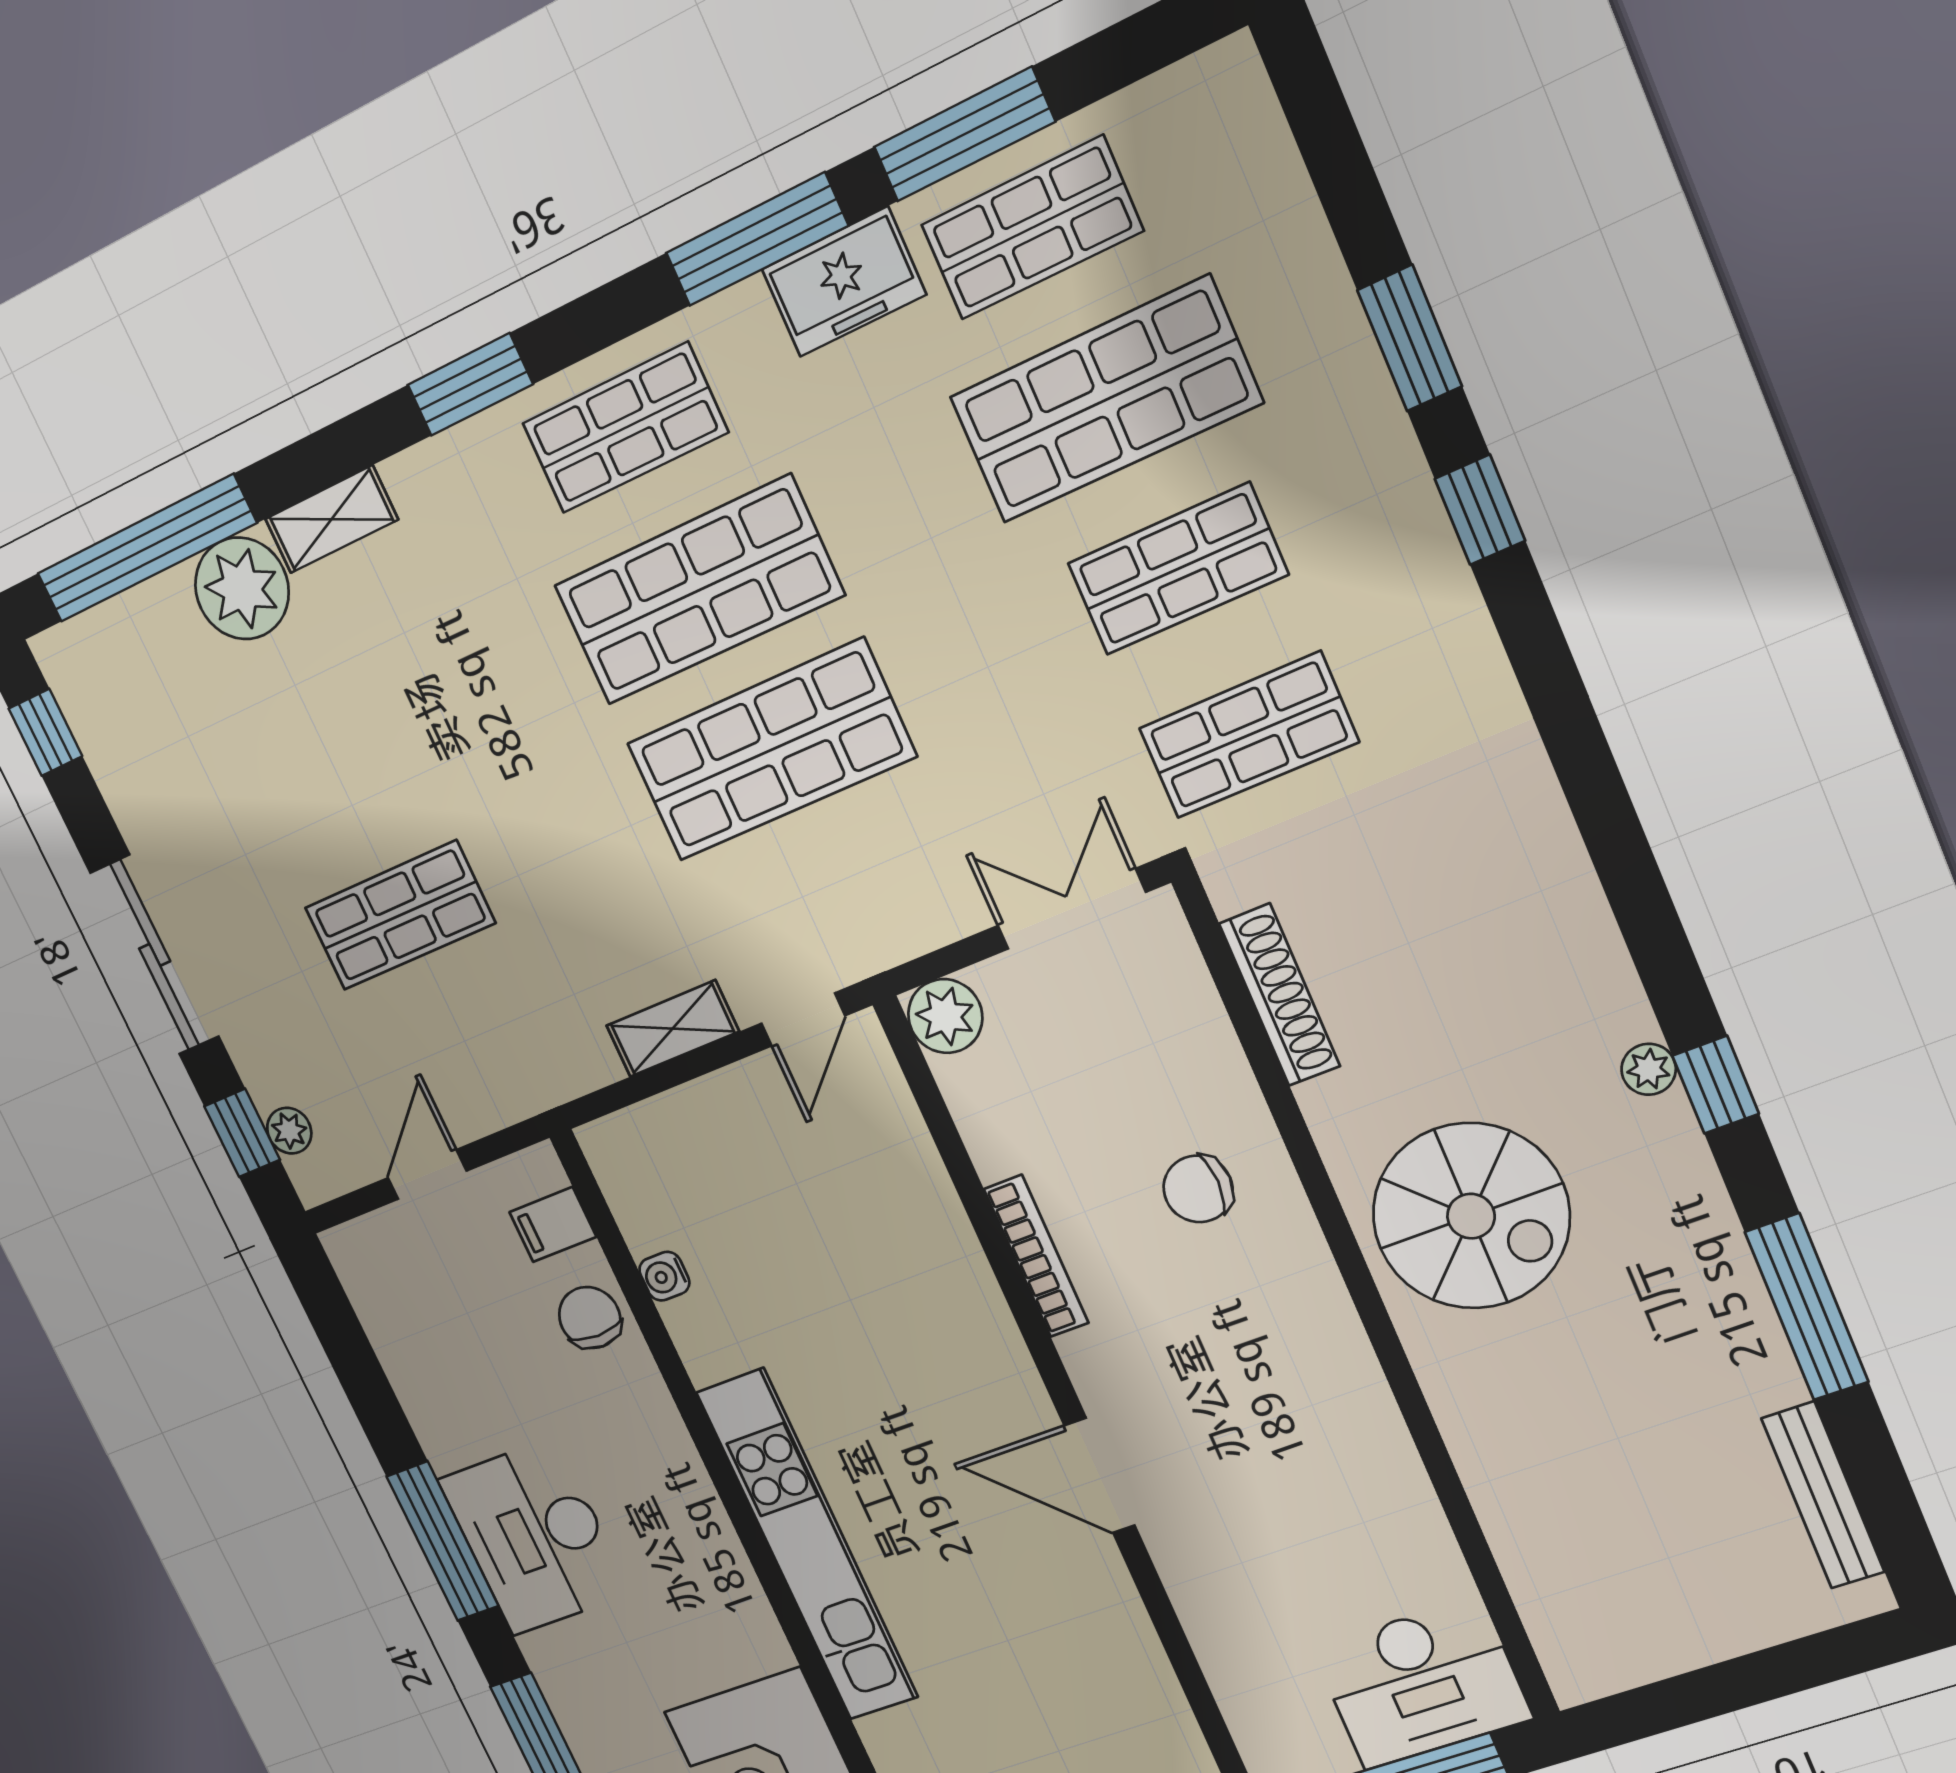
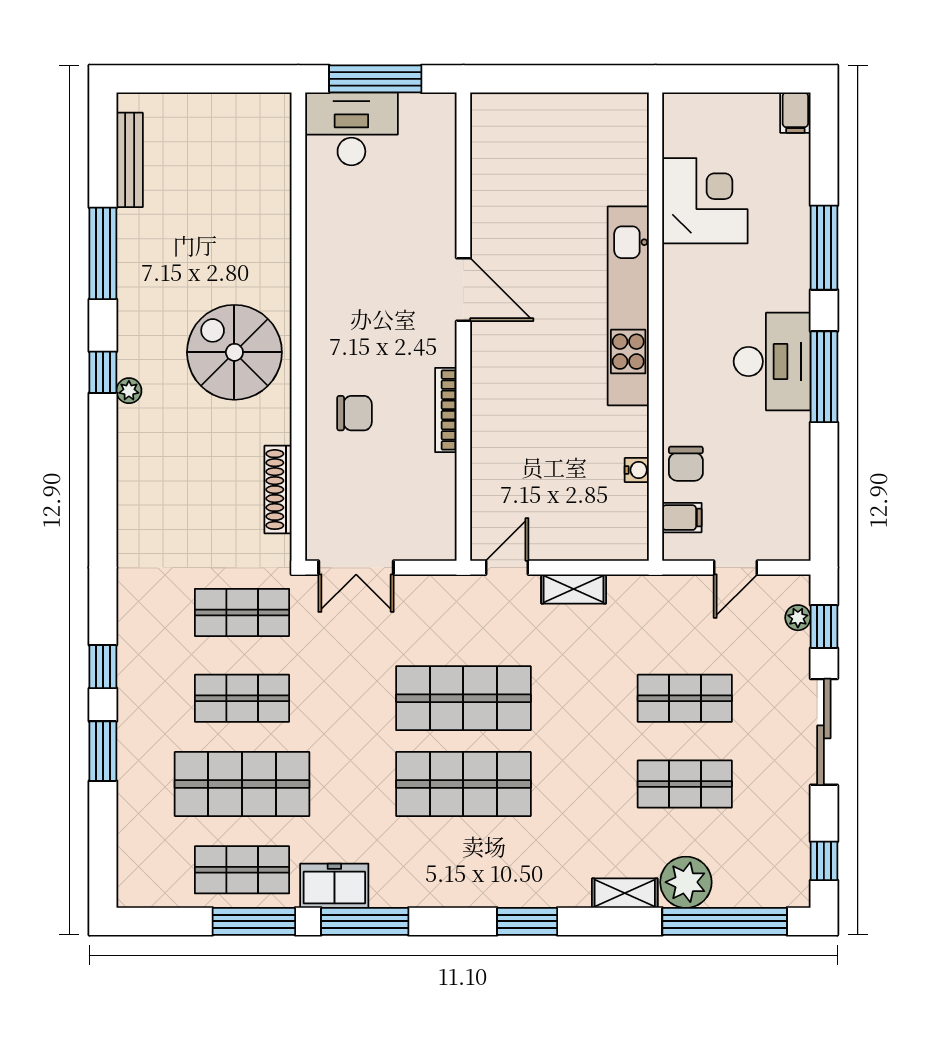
shop shelf: (625, 428) -> (685, 784), moved
plant: (945, 1016) -> (438, 542), removed

